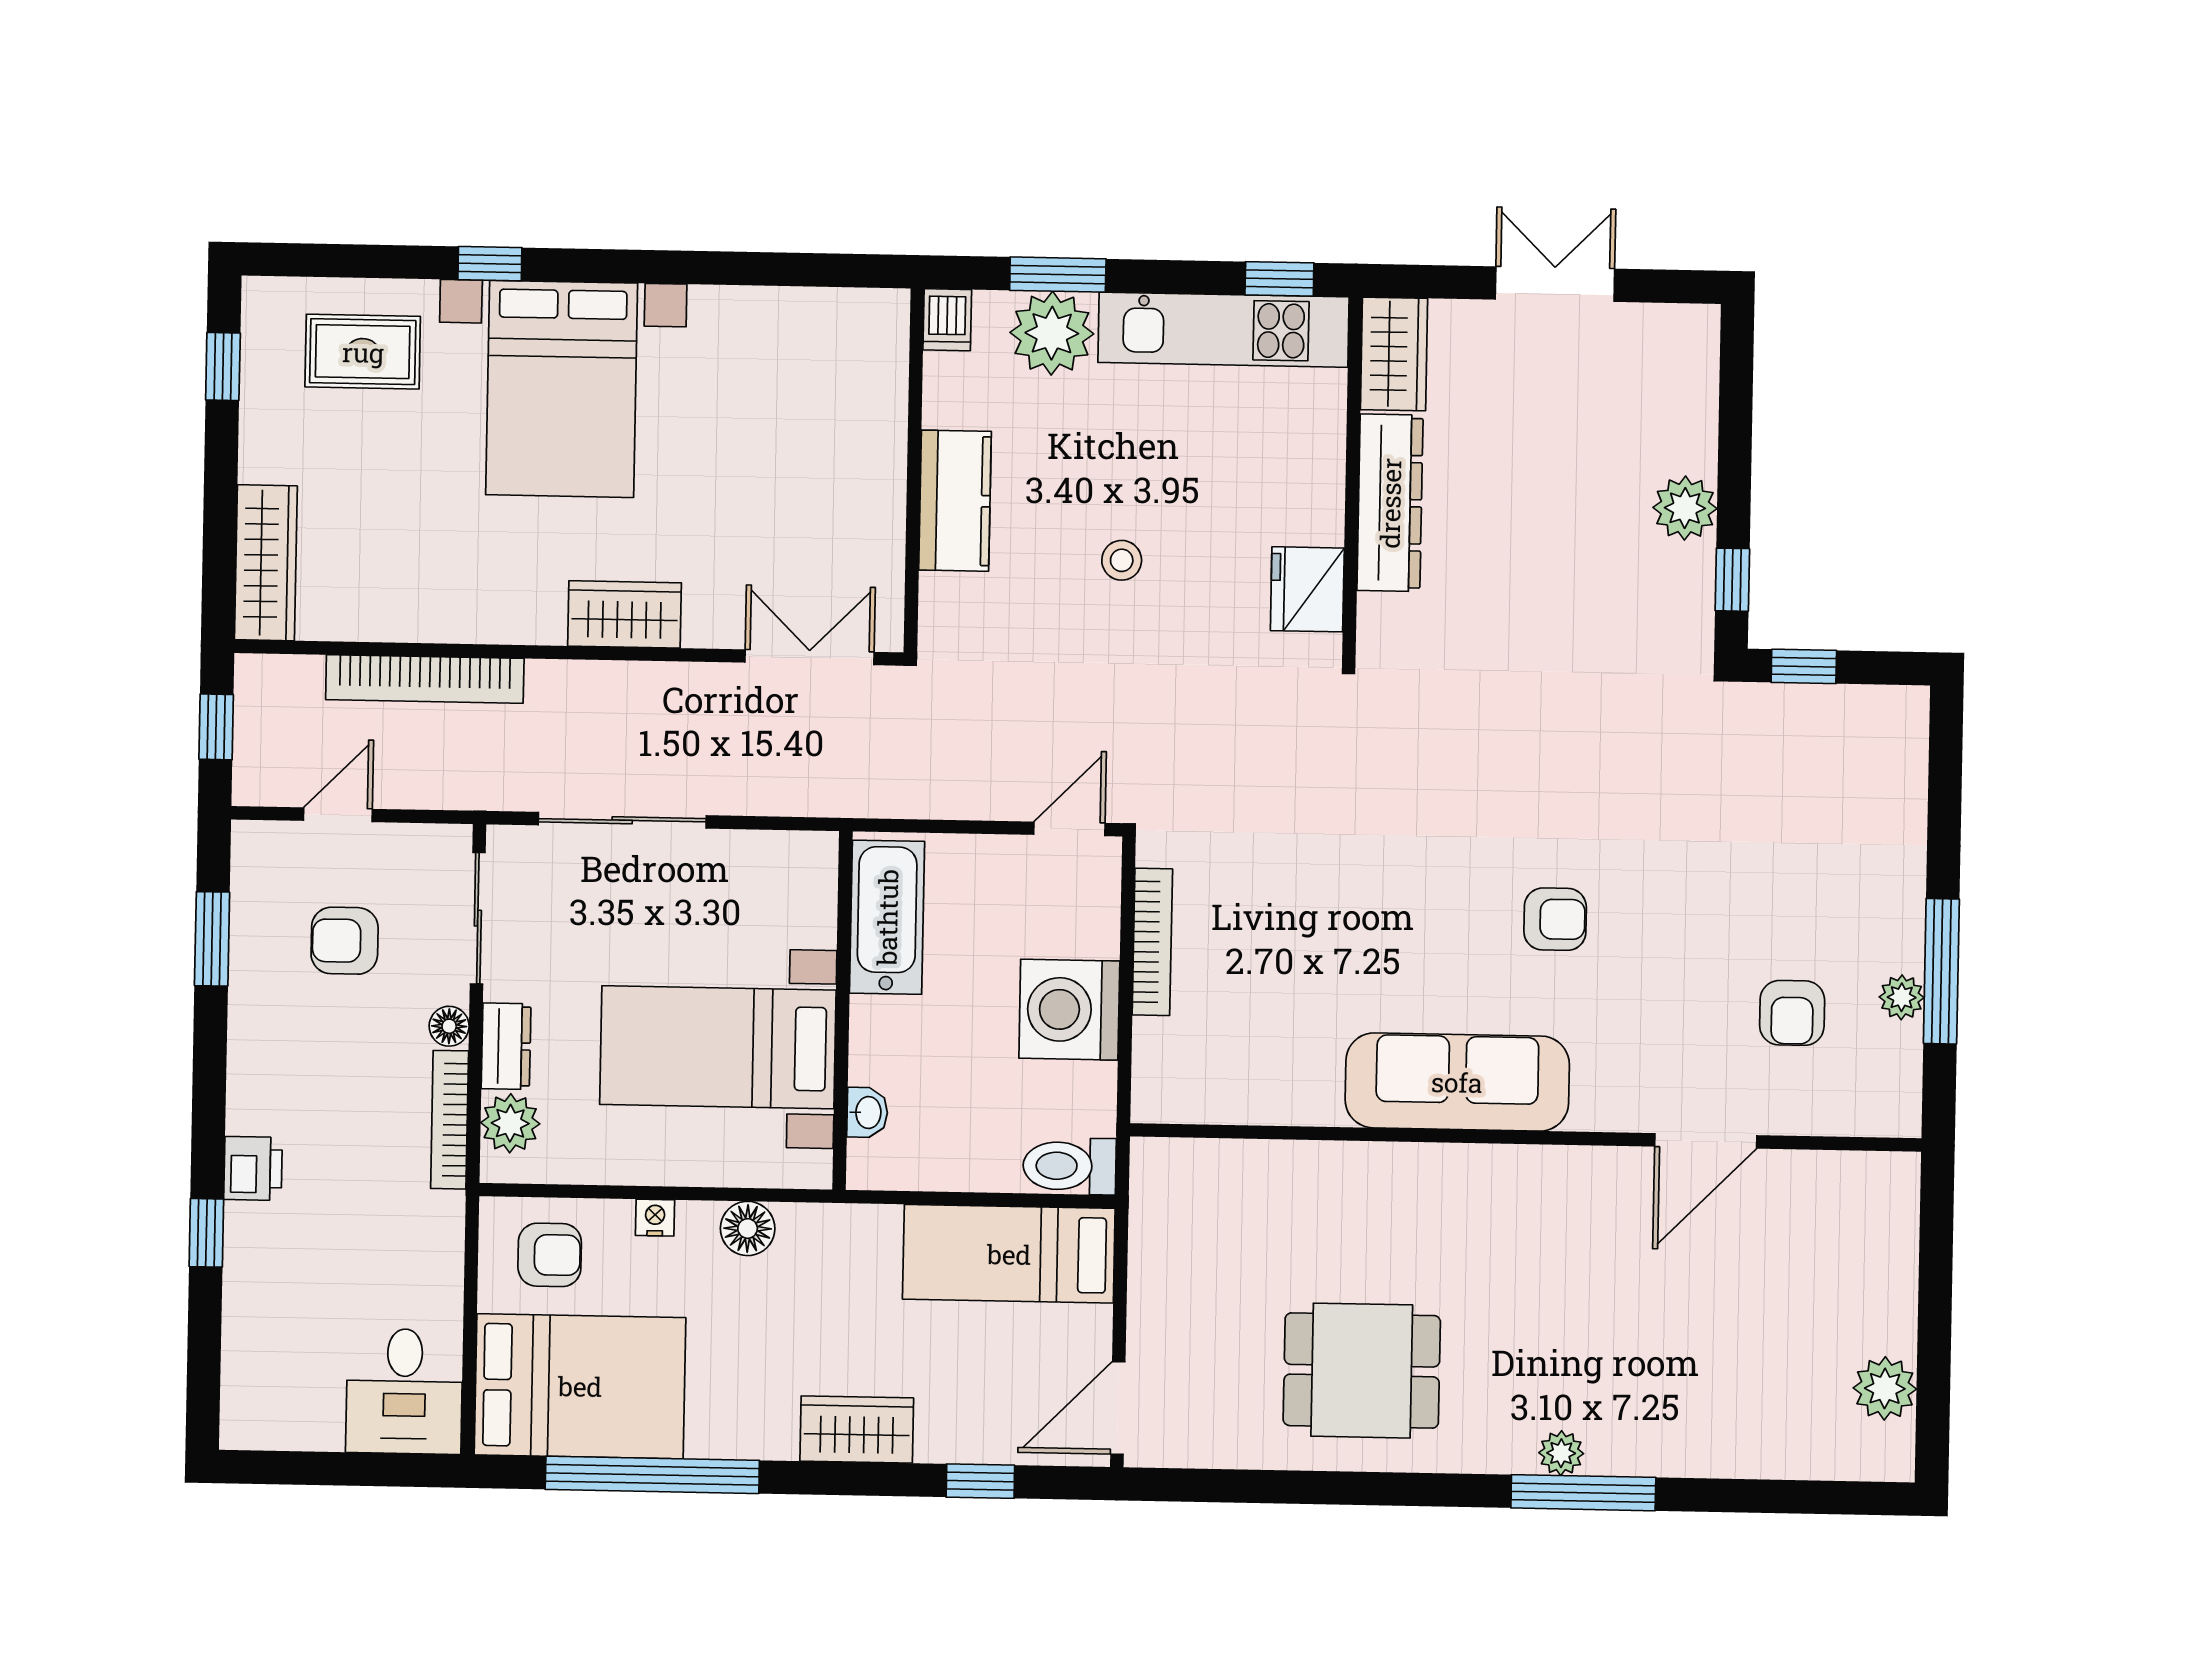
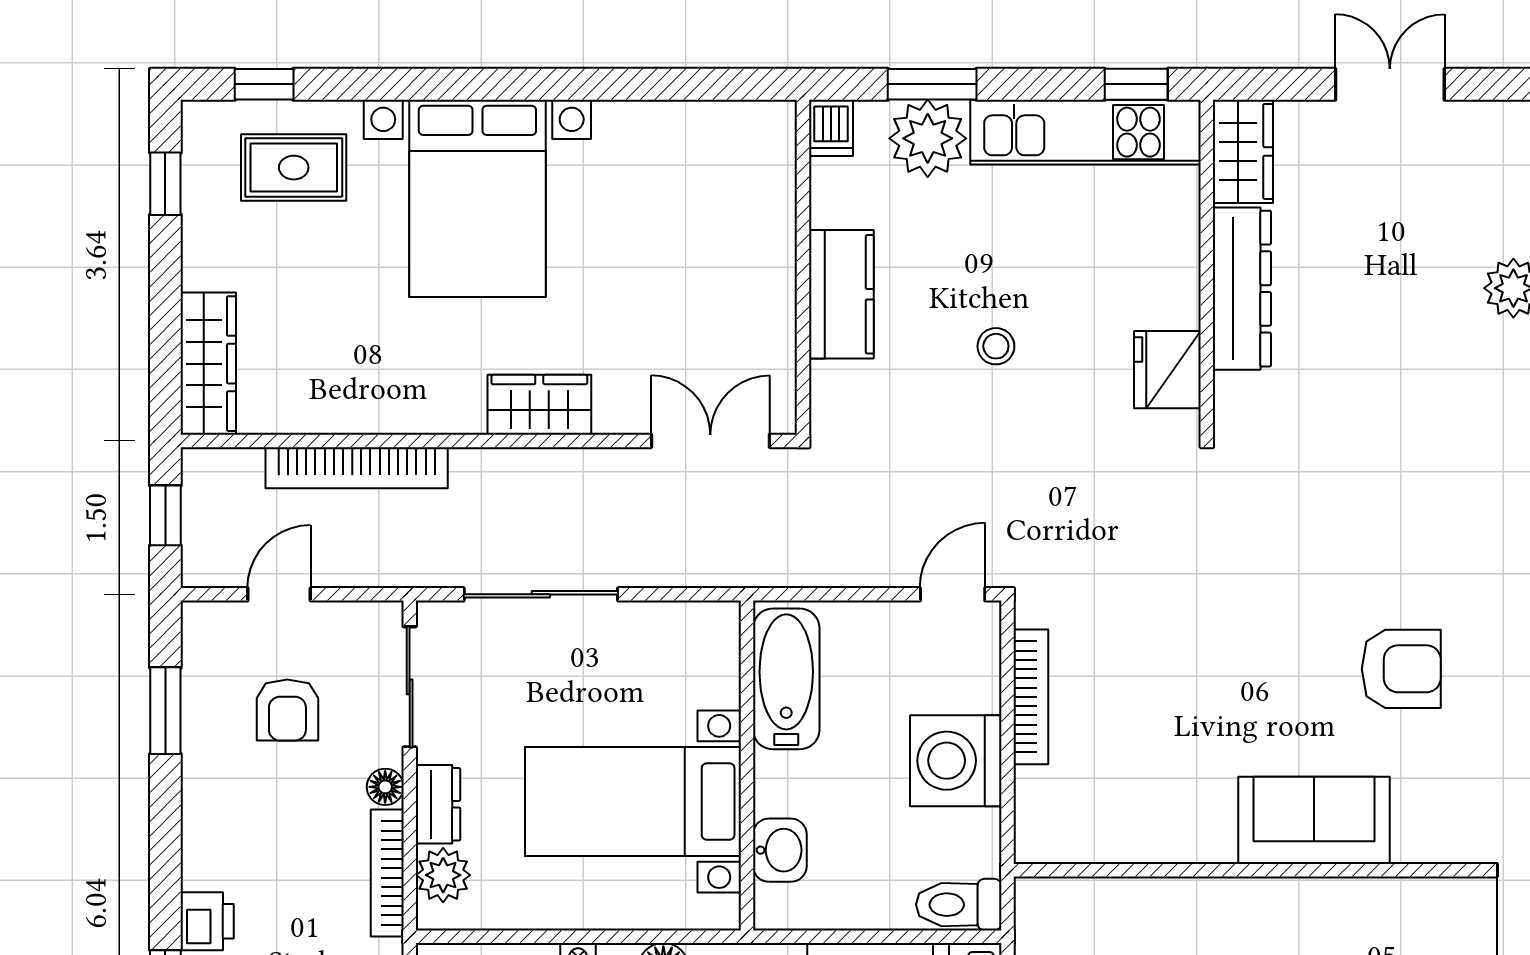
window: (490, 264) -> (264, 84), moved
armchair: (1555, 919) -> (1401, 669), width x1.38, depth x1.38
armchair: (345, 941) -> (287, 710), turned -90
sofa: (1457, 1082) -> (1314, 820), width x0.73
washbasin: (867, 1112) -> (780, 850), width x1.38, depth x1.45

